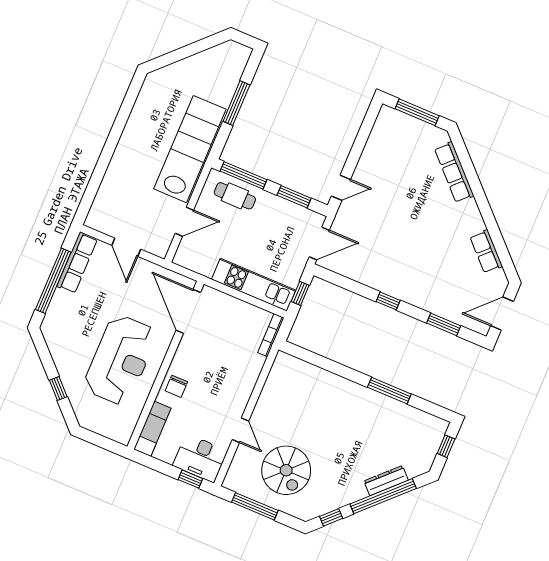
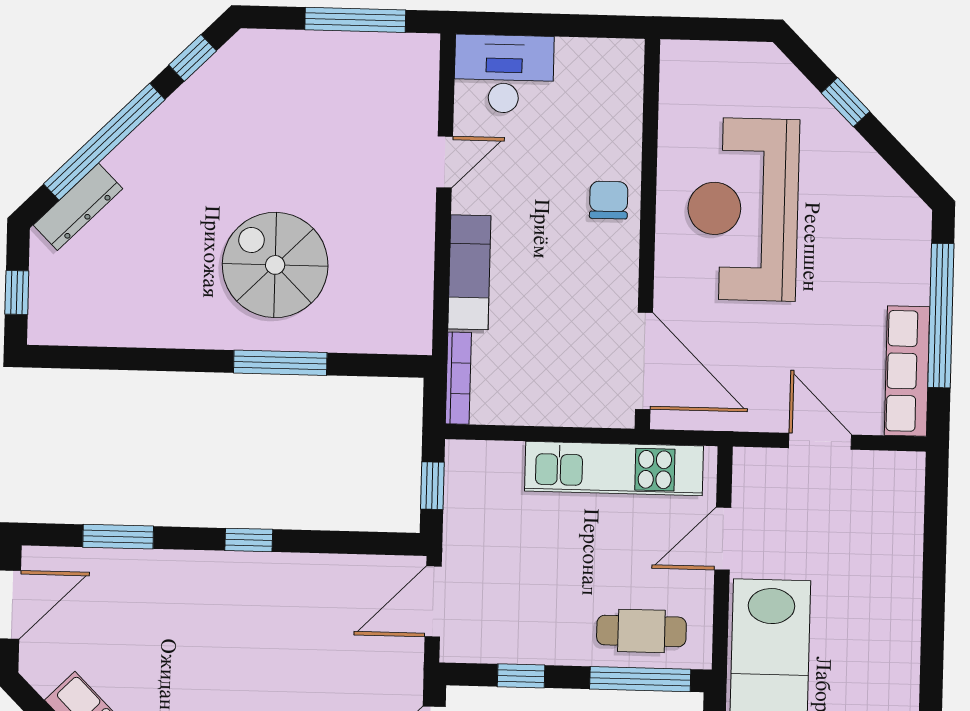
window: (294, 197) -> (521, 676), width x0.67
kitchen unit: (254, 285) -> (614, 468), moved
window: (389, 391) -> (280, 363), moved
exam couch: (152, 429) -> (469, 272), moved, turned 180
door: (240, 430) -> (445, 162), swing flipped
spiral stairs: (286, 470) -> (275, 265), moved
window: (190, 479) -> (507, 24), removed
dresser: (386, 481) -> (78, 207), moved

